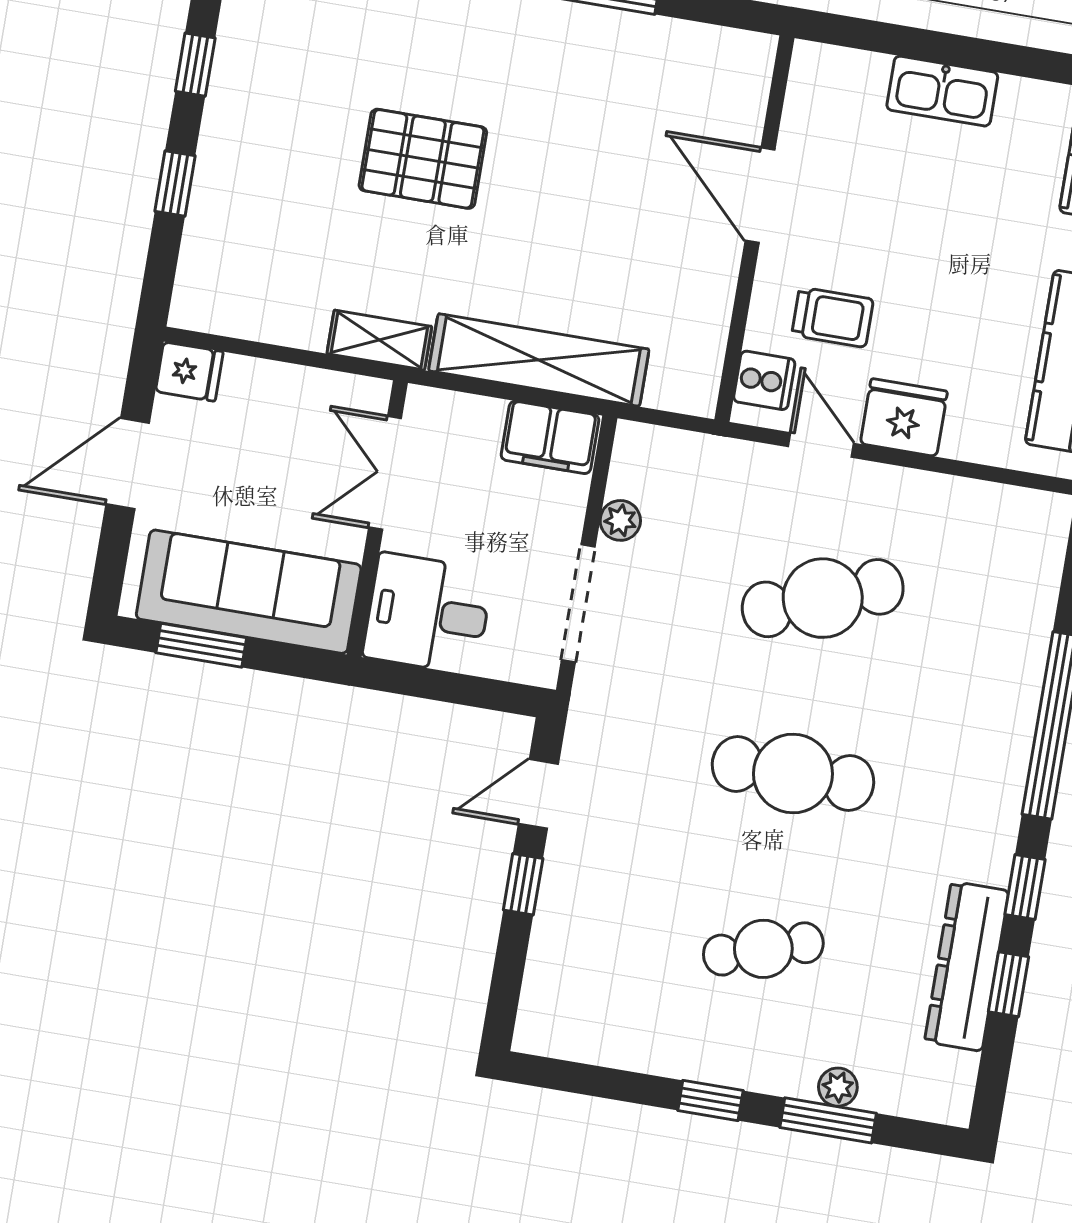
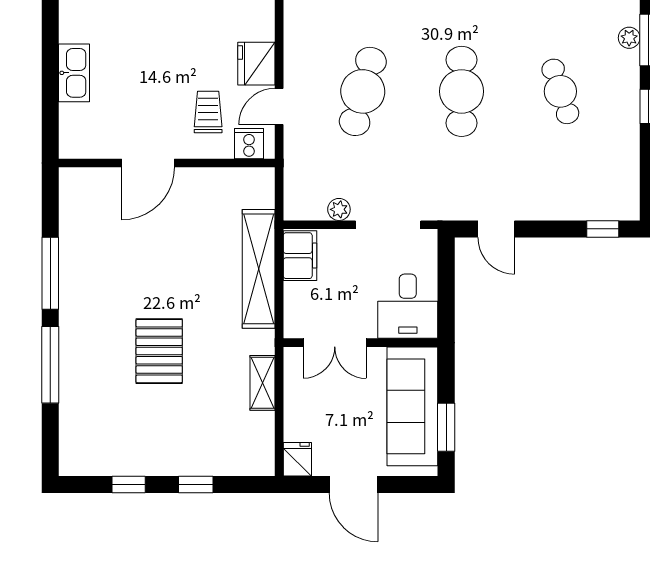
shelving: (379, 340) -> (263, 383), moved
cafe table: (823, 598) -> (363, 91), turned 36
window: (523, 884) -> (603, 229), moved

